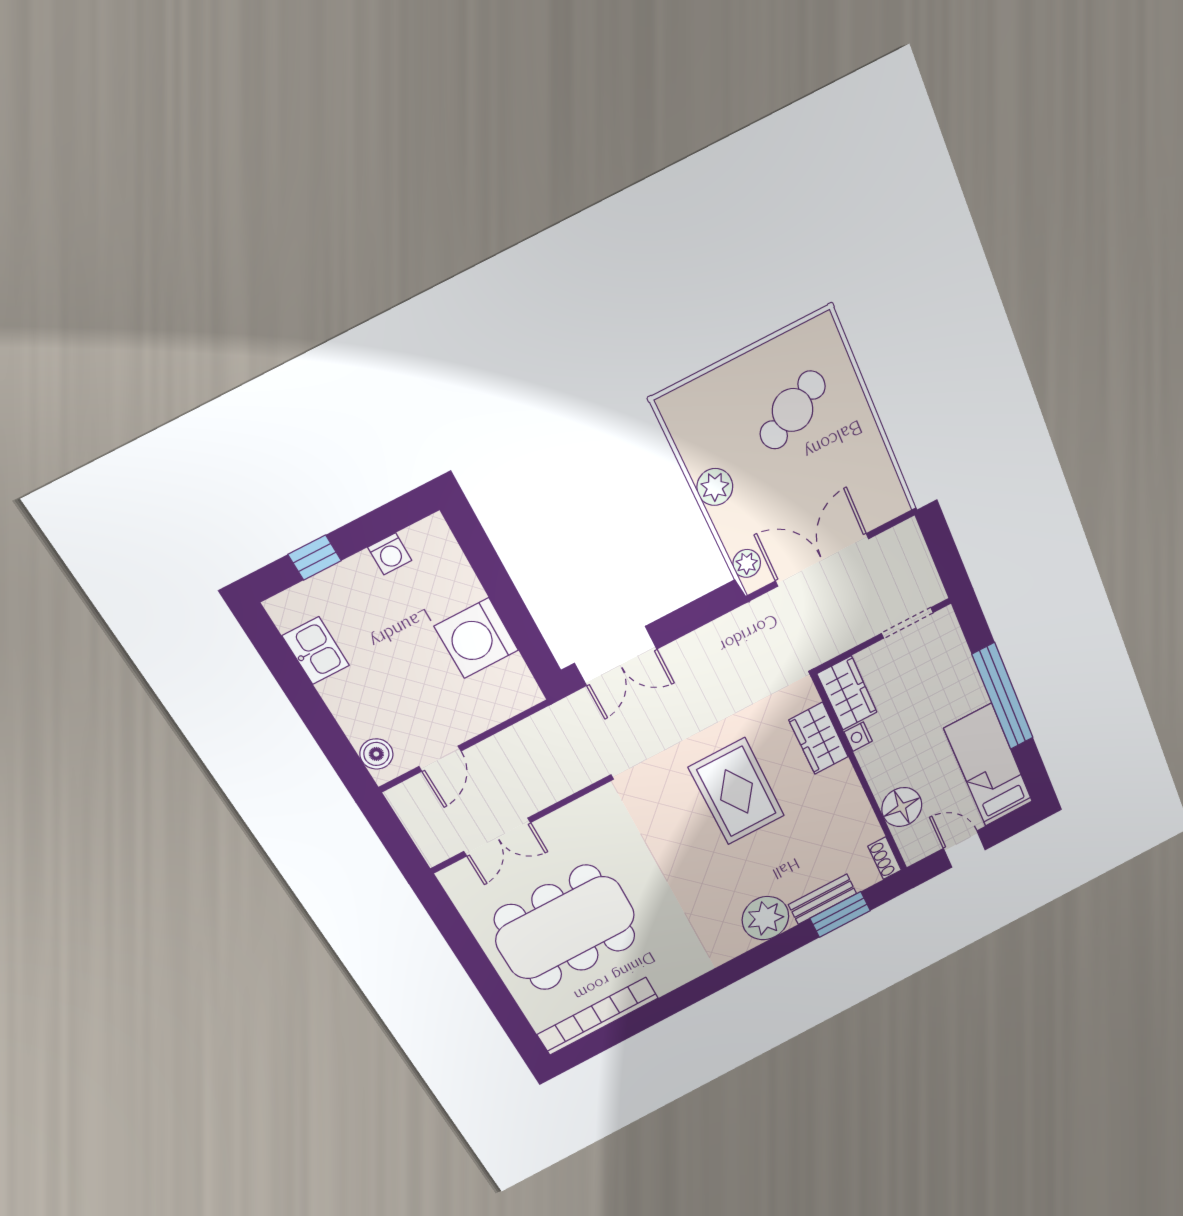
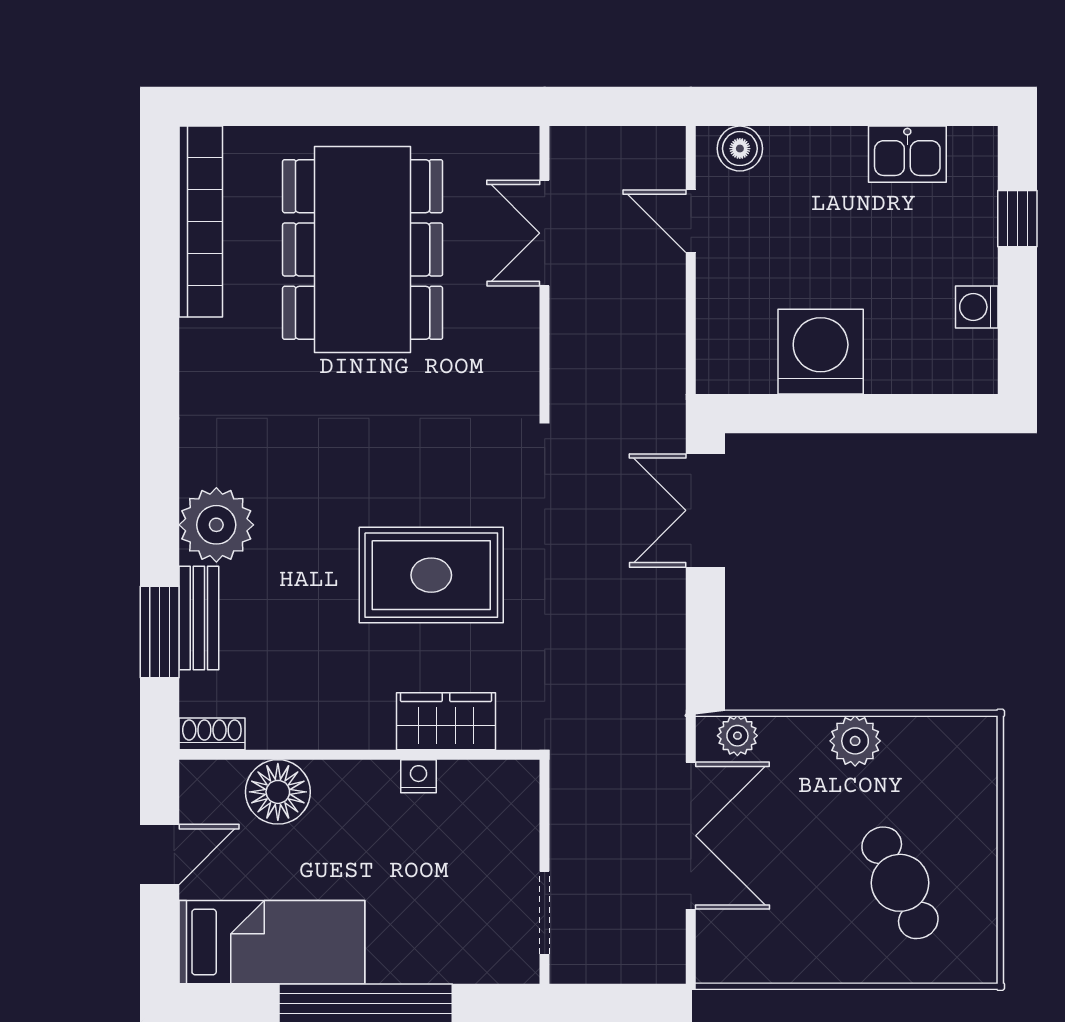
wardrobe: (847, 693) -> (490, 788), removed

